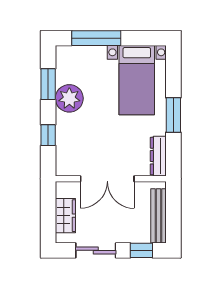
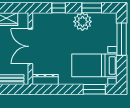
window: (173, 115) -> (94, 89), moved

